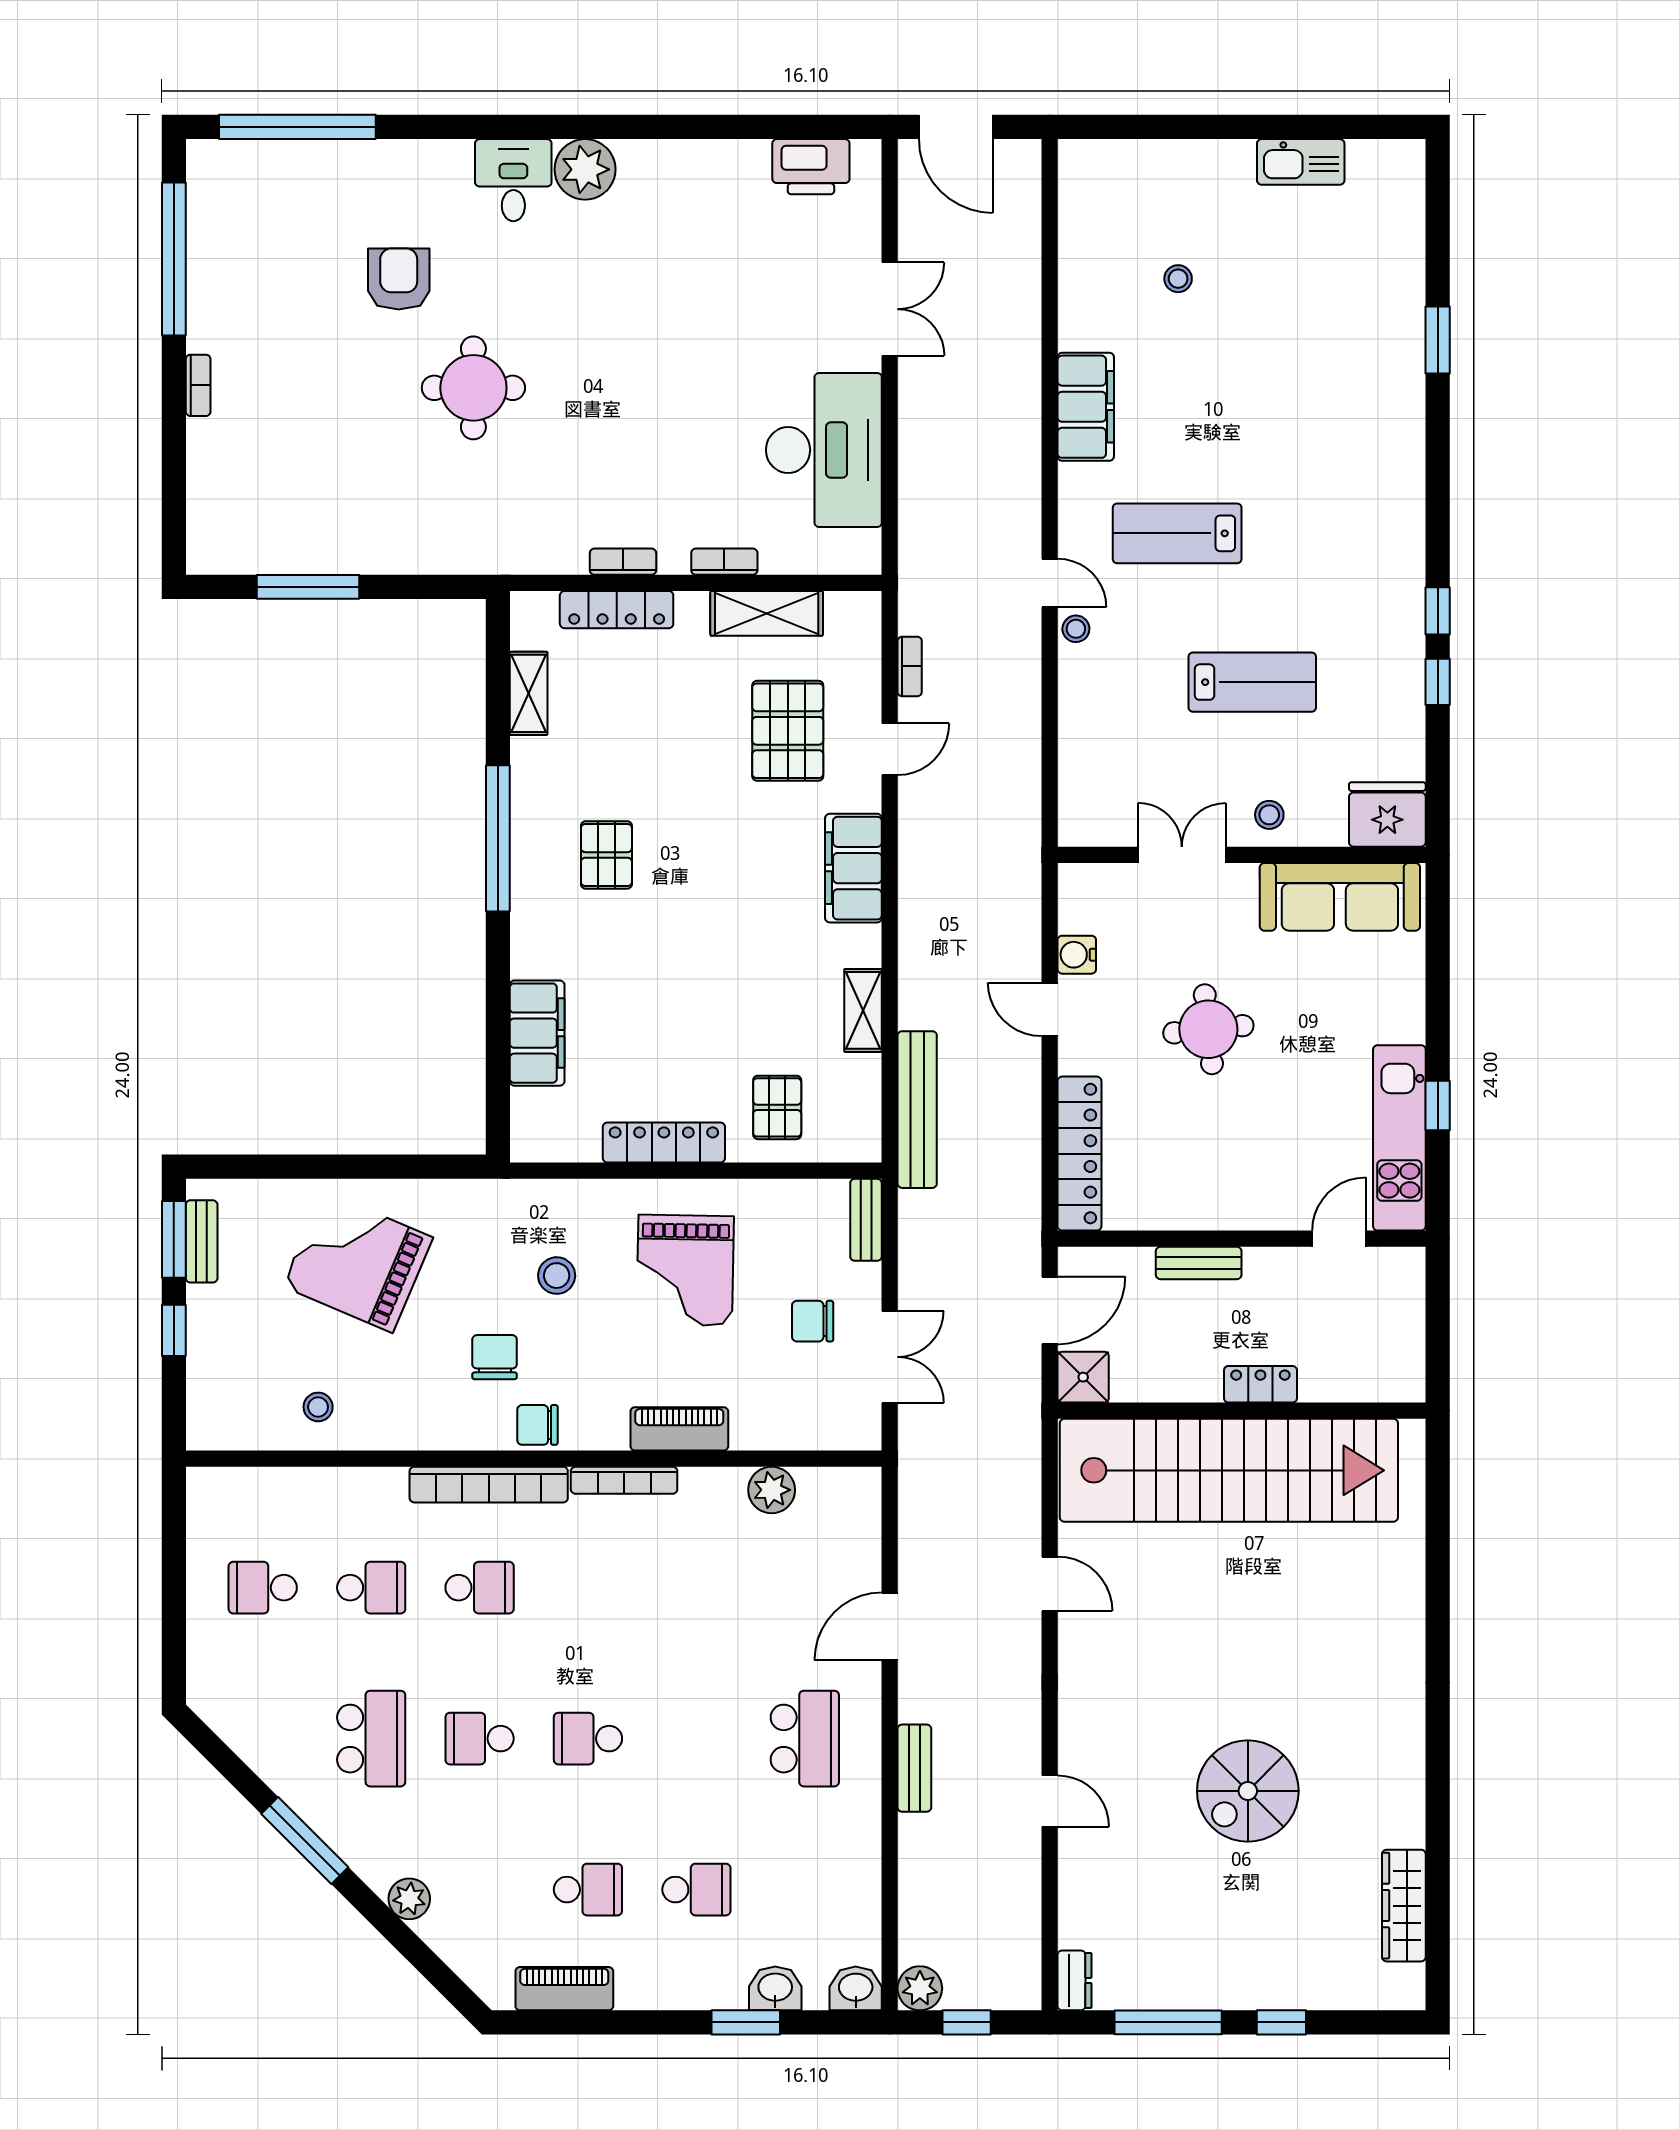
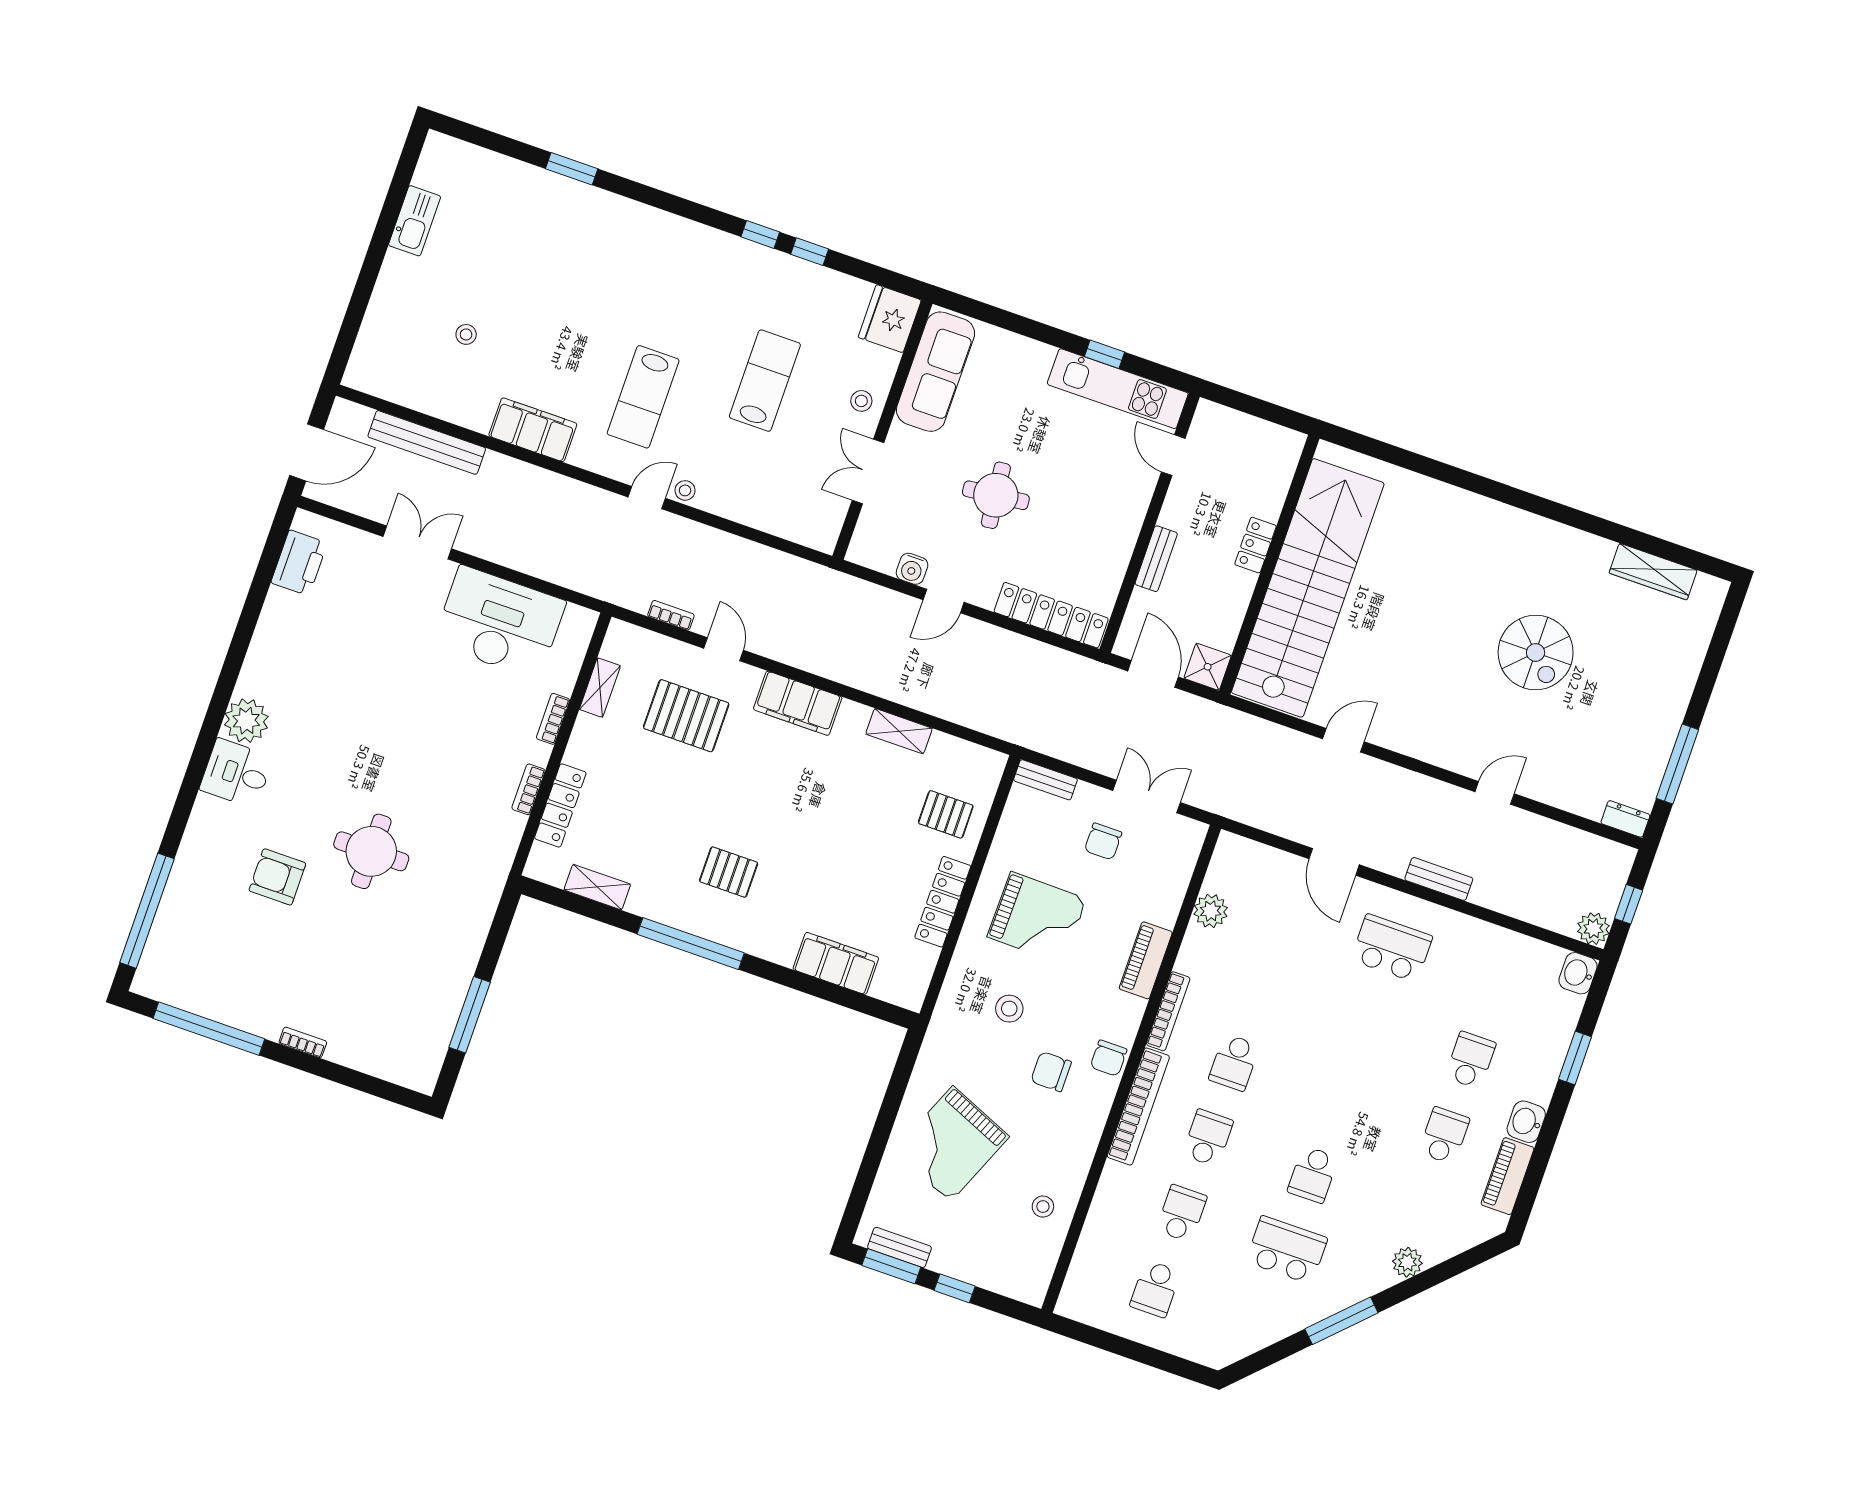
shelving: (767, 613) -> (600, 688), width x0.67, depth x0.75
bench: (917, 1110) -> (427, 442), moved
school desk: (588, 1739) -> (1234, 1062), moved
washbasin: (775, 1988) -> (1526, 1122), moved
window: (1281, 2022) -> (1705, 685), removed

